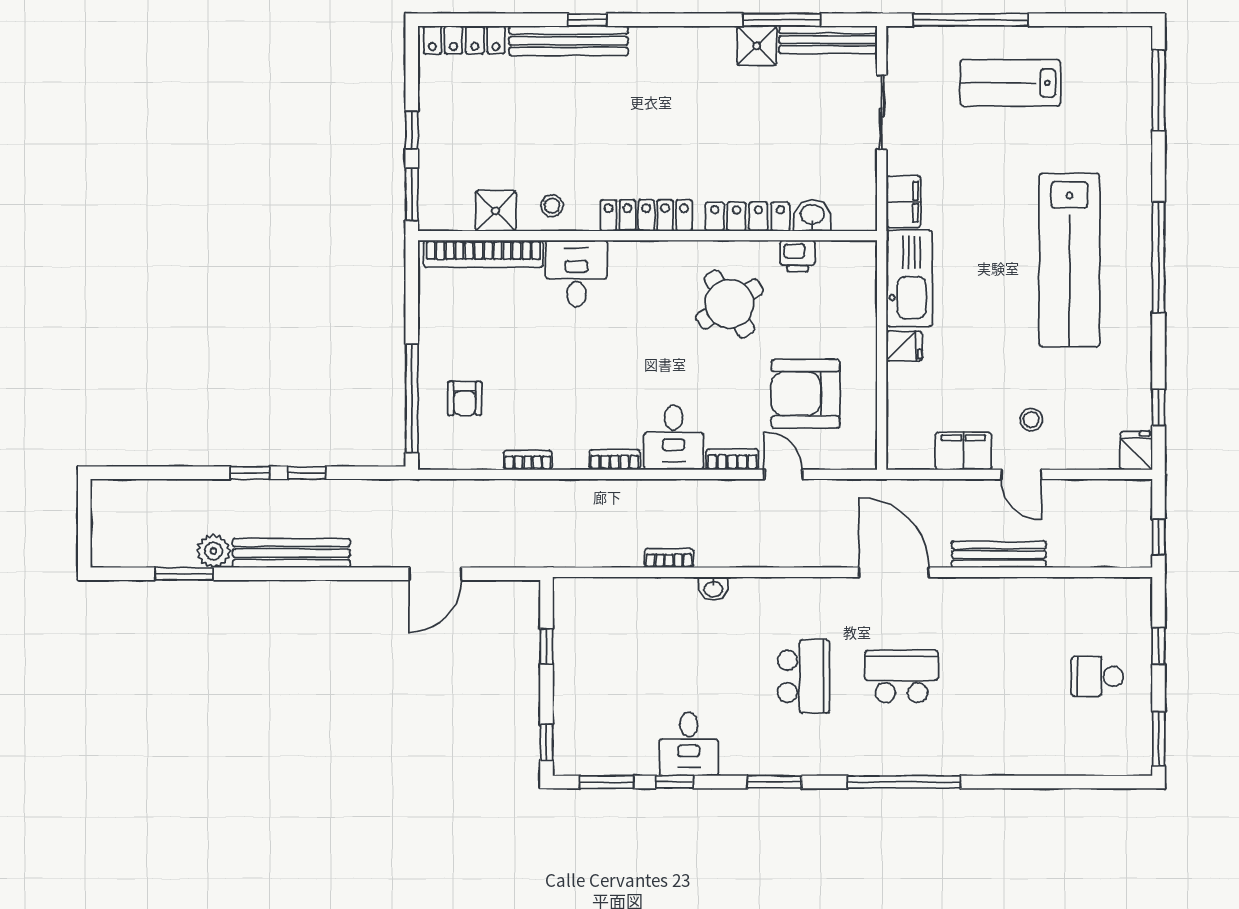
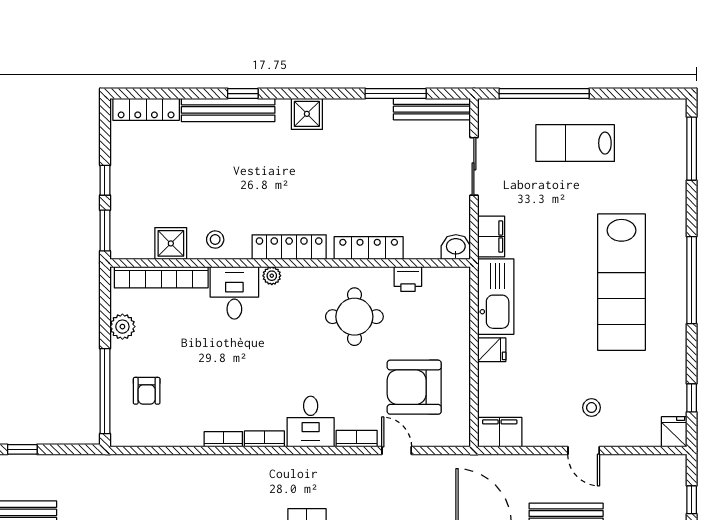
shower: (757, 46) -> (307, 114), moved
washbasin: (812, 215) -> (456, 247), moved
plant: (624, 252) -> (272, 276), added
round table: (729, 304) -> (354, 317), turned 32
plant: (434, 317) -> (122, 327), added
filing cabinet: (964, 451) -> (500, 432), moved
bookcase: (528, 460) -> (223, 439), moved

